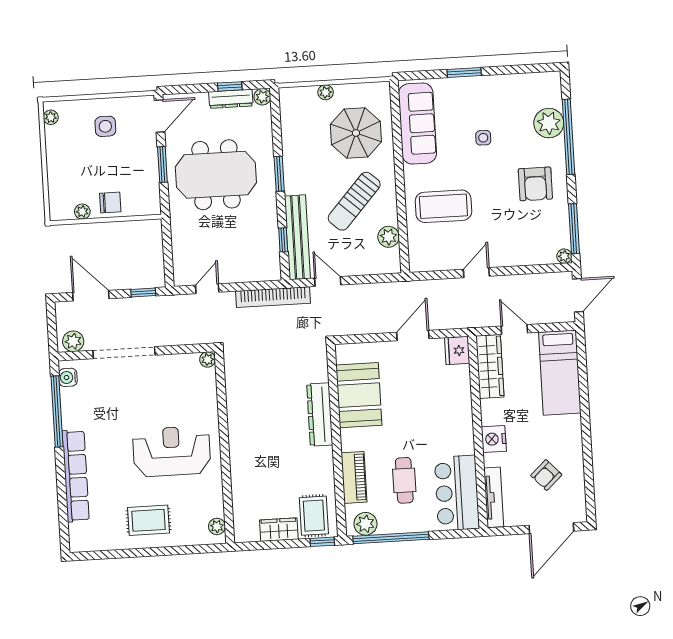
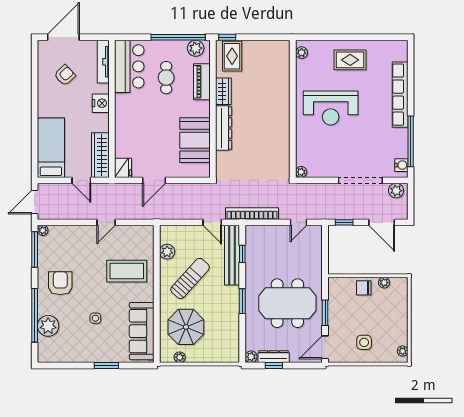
plant: (326, 92) -> (180, 357), moved
wardrobe: (279, 530) -> (223, 91), moved, turned -90

